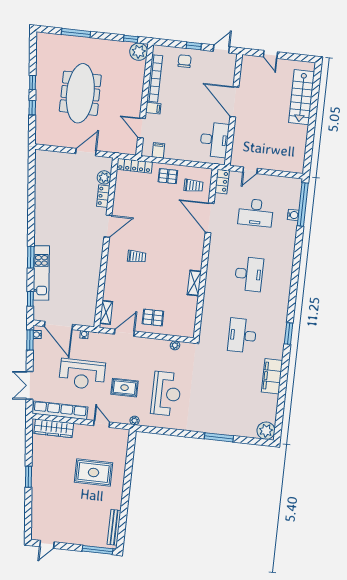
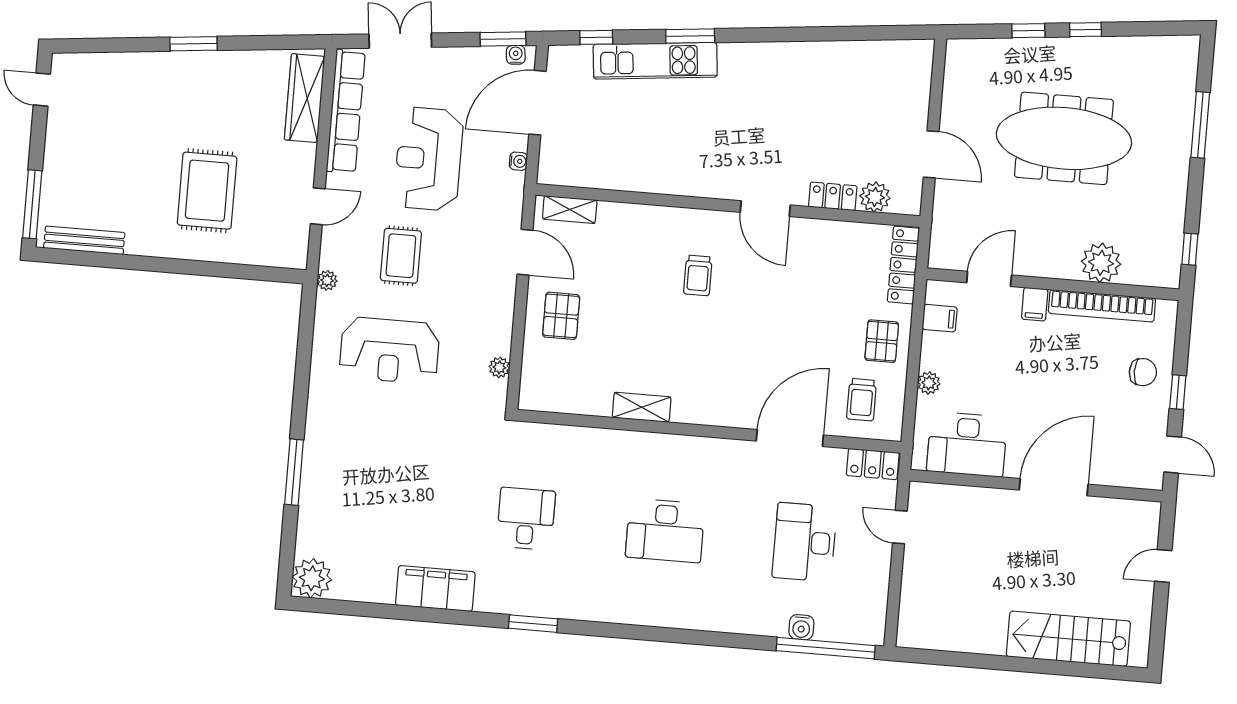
plant: (139, 52) -> (1101, 263), moved
plant: (187, 156) -> (929, 383), added
desk: (242, 335) -> (526, 519), width x0.73

